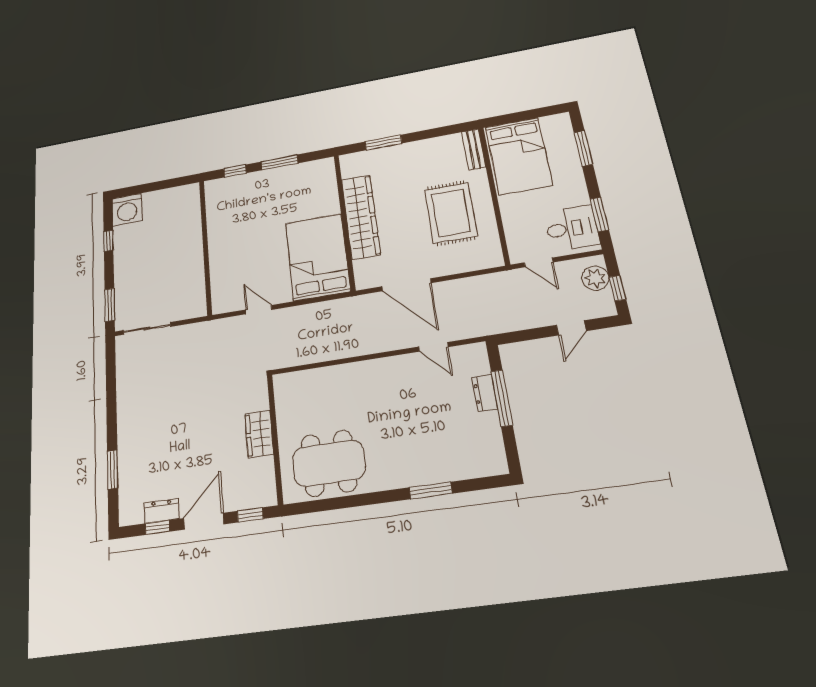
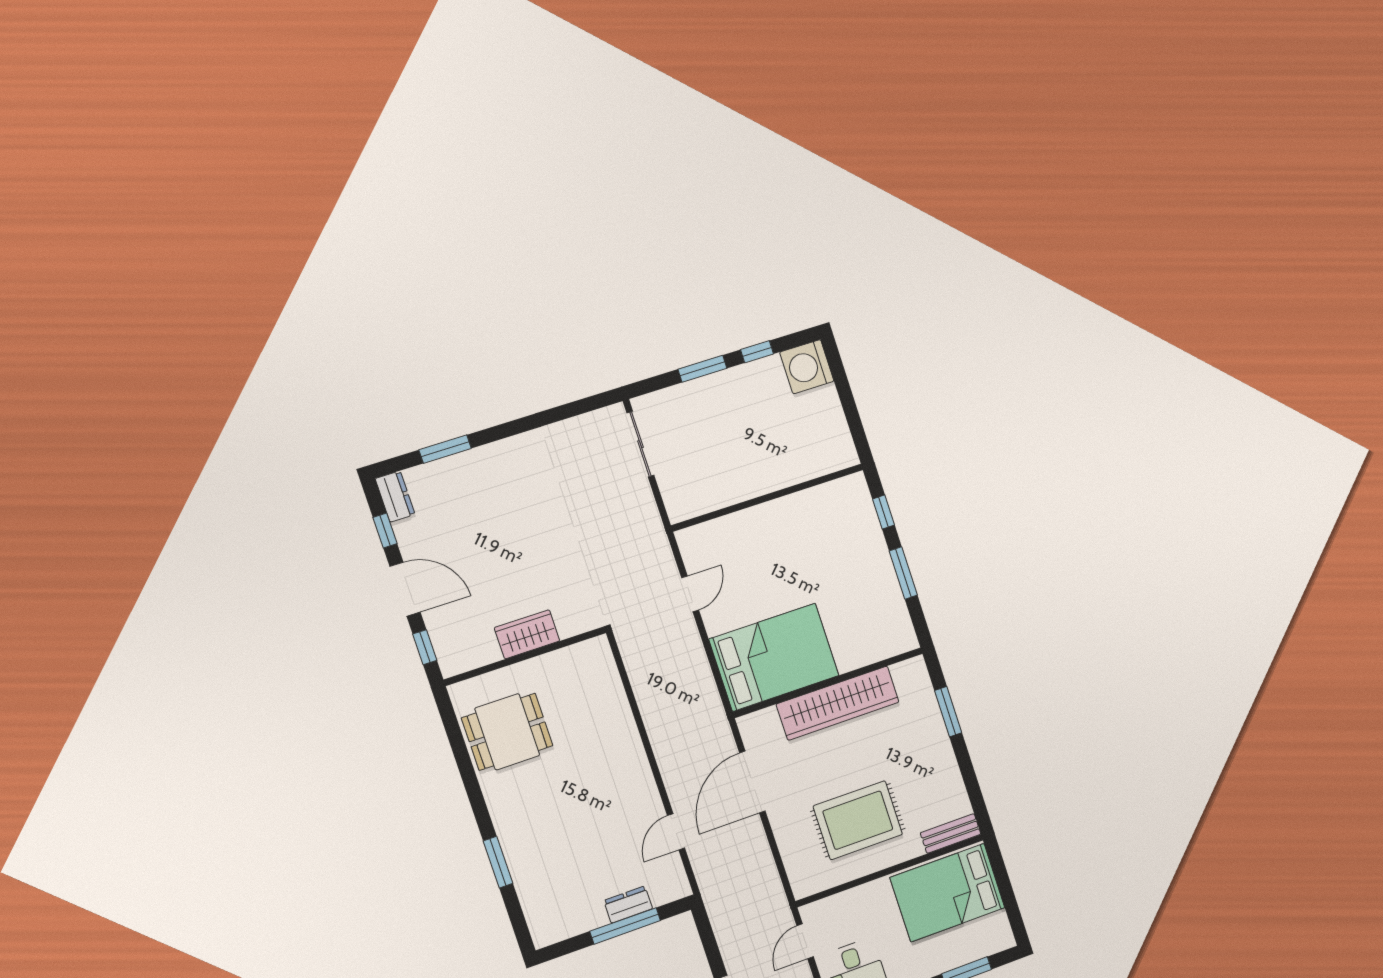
window: (110, 305) -> (702, 369), moved
dining table: (329, 463) -> (507, 732), width x0.73
dresser: (162, 511) -> (395, 497), moved

